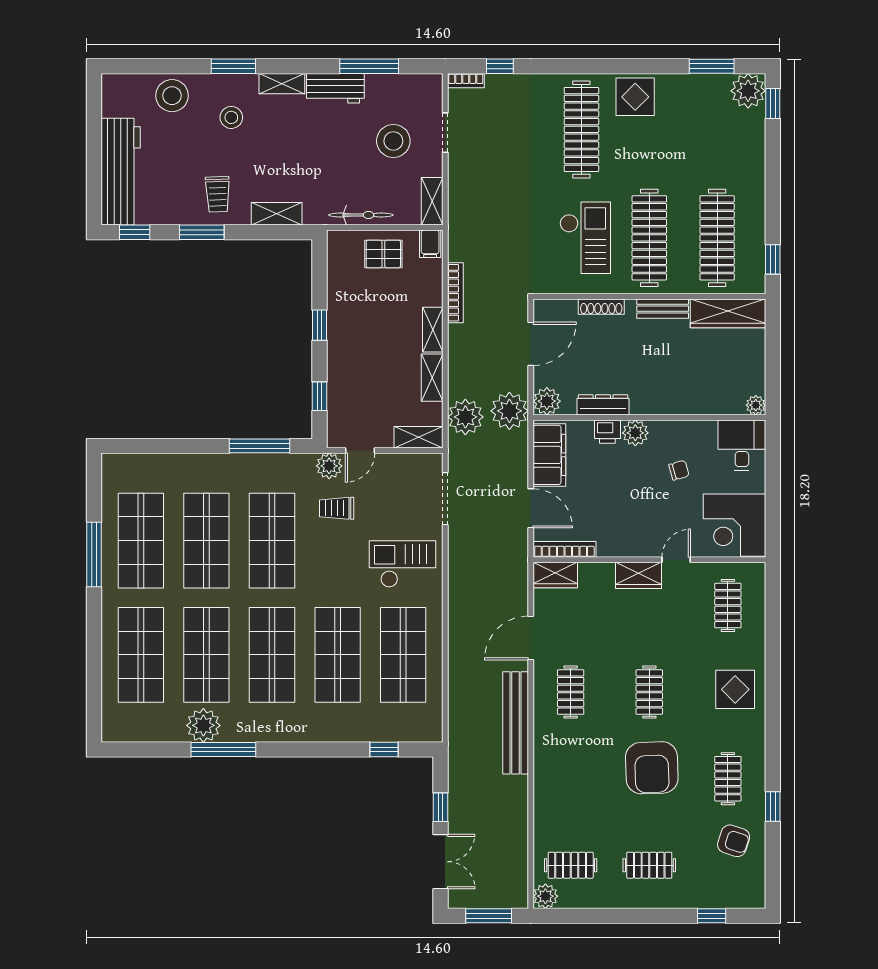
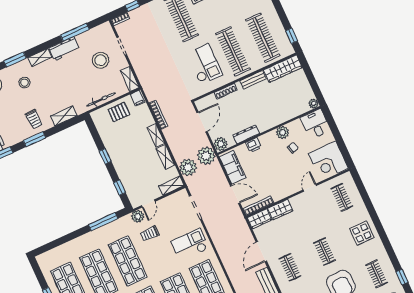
plant: (635, 433) -> (283, 132), moved
wardrobe: (639, 575) -> (280, 210), moved

